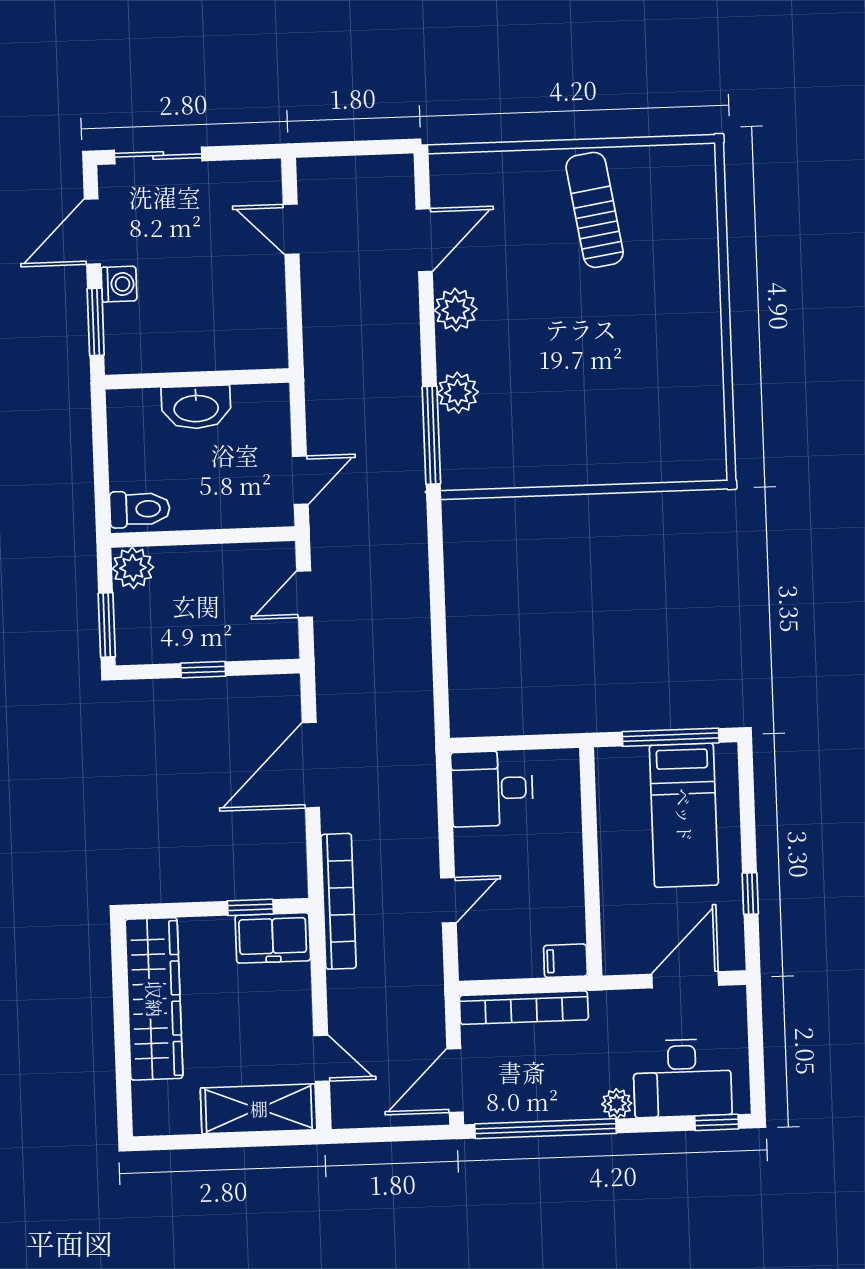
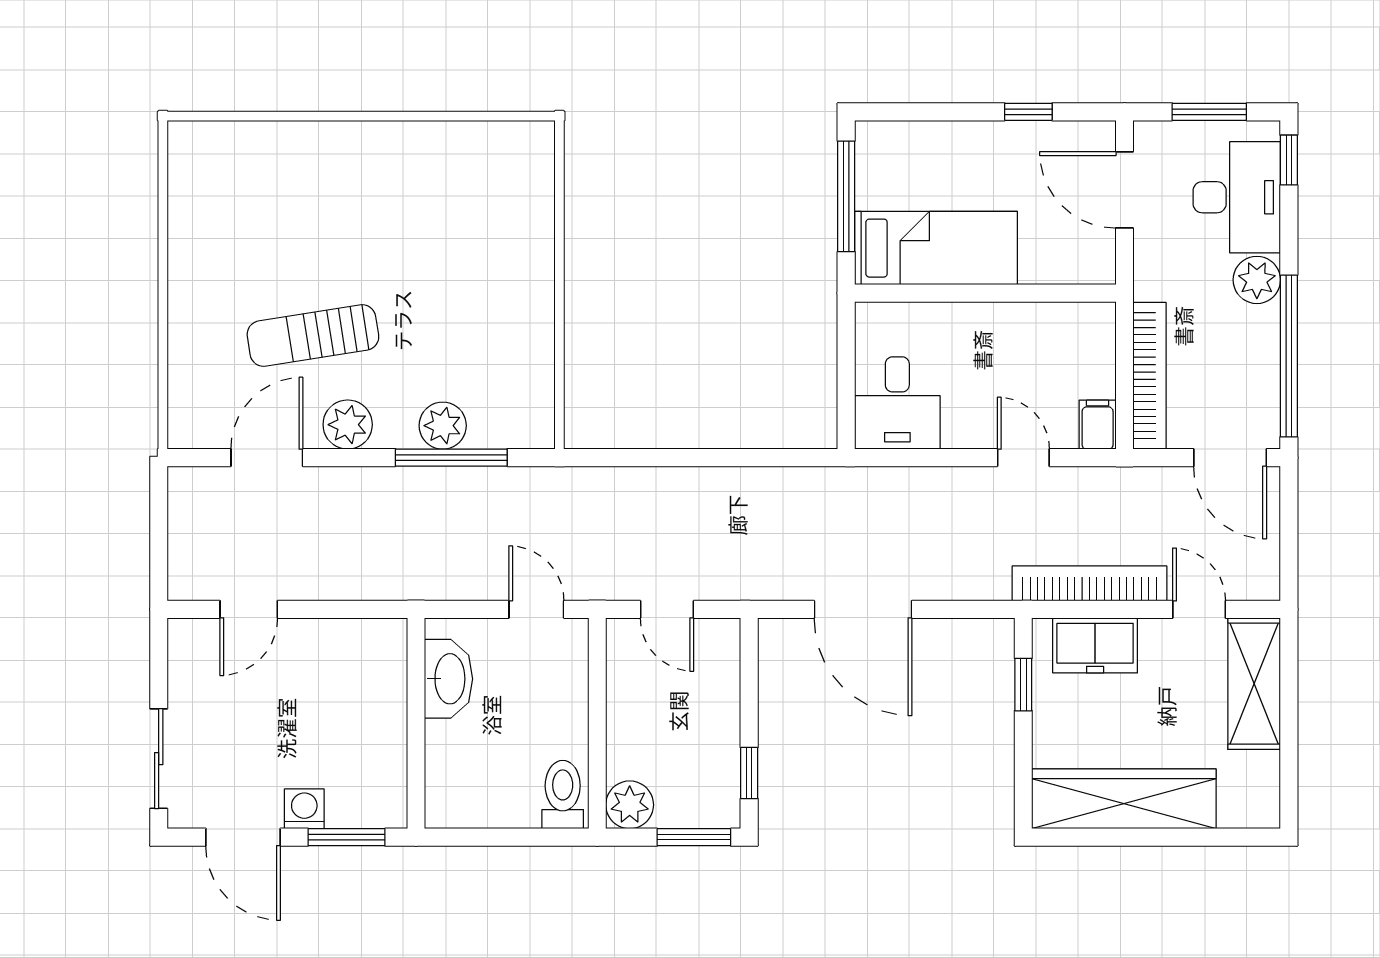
sun lounger: (595, 210) -> (313, 336), moved
door: (424, 240) -> (267, 458), hinge flipped
washbasin: (196, 407) -> (449, 679), moved
window: (431, 435) -> (451, 458), moved
window: (203, 670) -> (749, 773), moved
bed: (684, 815) -> (936, 248), moved
bookcase: (339, 901) -> (1089, 583), moved
freezer: (273, 938) -> (1095, 645), moved, turned 90
filing cabinet: (565, 961) -> (1098, 425), moved, turned 180
window: (756, 1051) -> (1209, 112), added
door: (322, 1058) -> (1199, 609), hinge flipped
plant: (617, 1104) -> (1257, 280), width x1.38, depth x1.38

